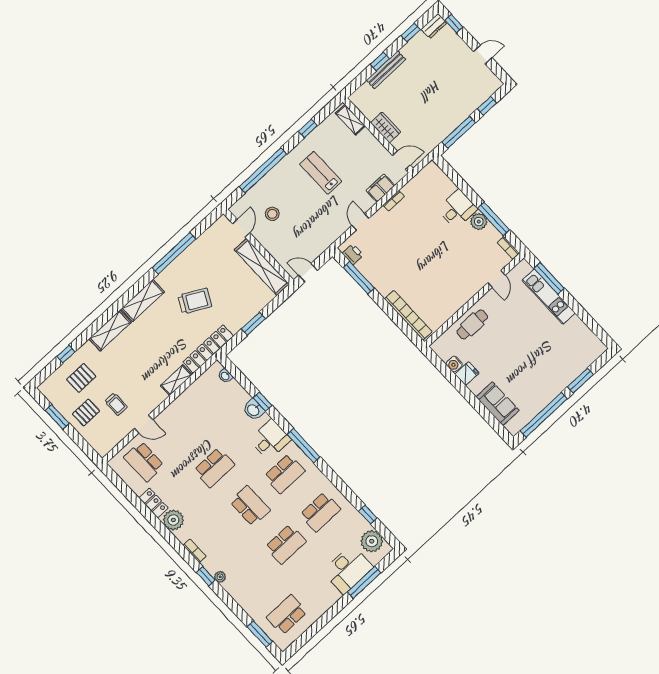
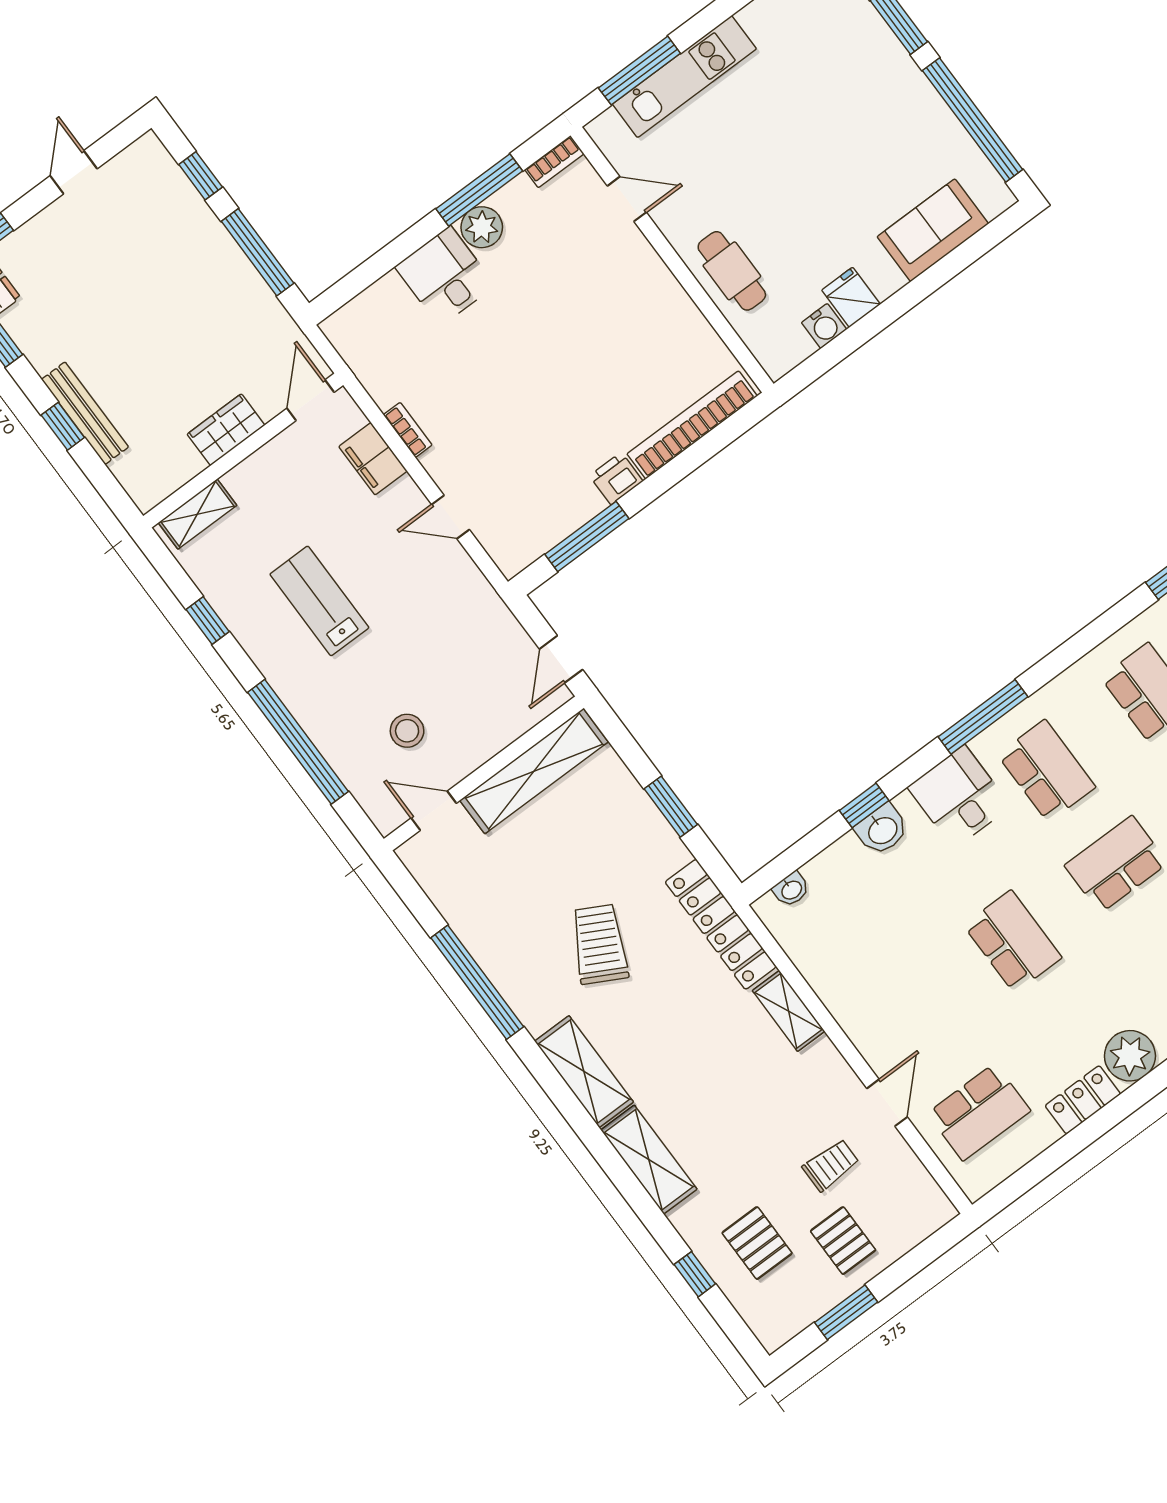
lab bench: (321, 173) -> (319, 601), turned 90
printer: (353, 254) -> (616, 478), moved

